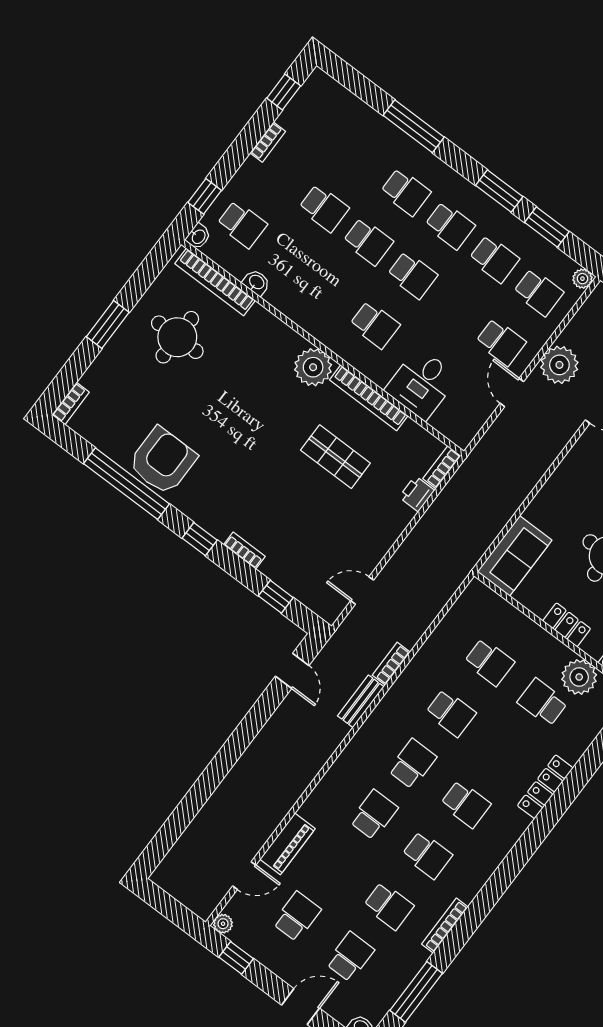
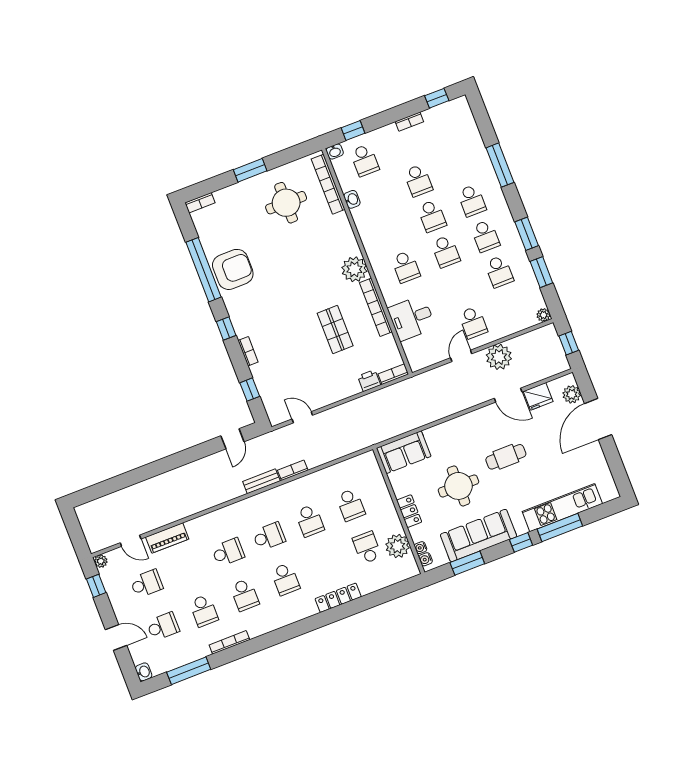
school desk: (538, 292) -> (513, 307), removed

